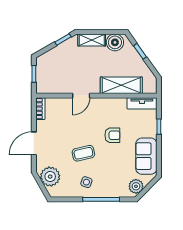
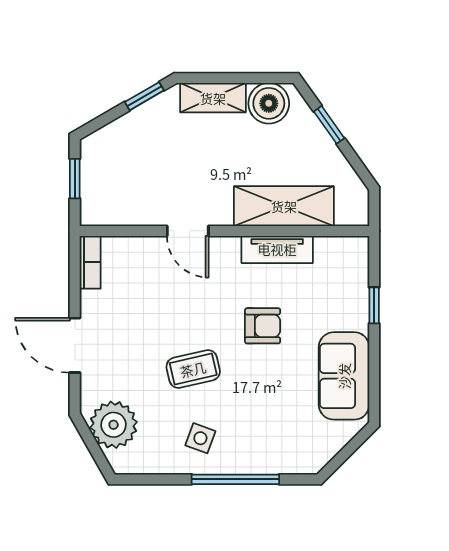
door: (81, 96) -> (188, 231), hinge flipped
tv unit: (142, 103) -> (277, 249), moved
door: (34, 143) -> (75, 345), hinge flipped
plant: (136, 186) -> (319, 448), removed

